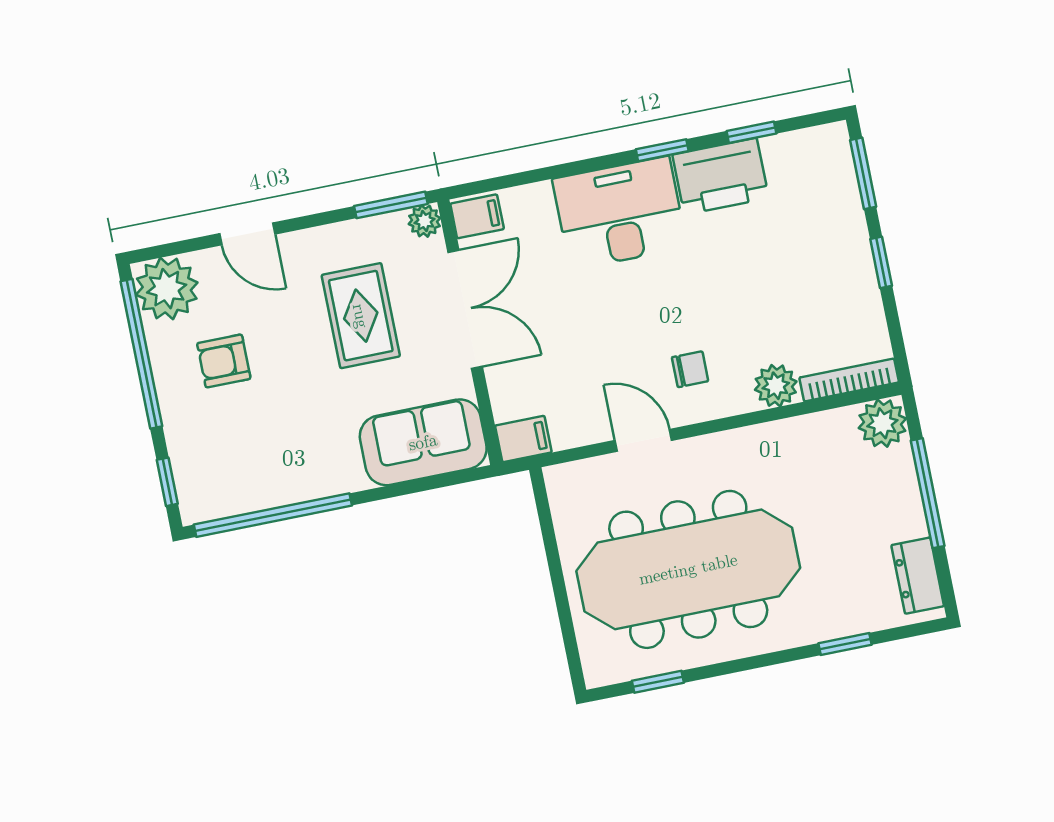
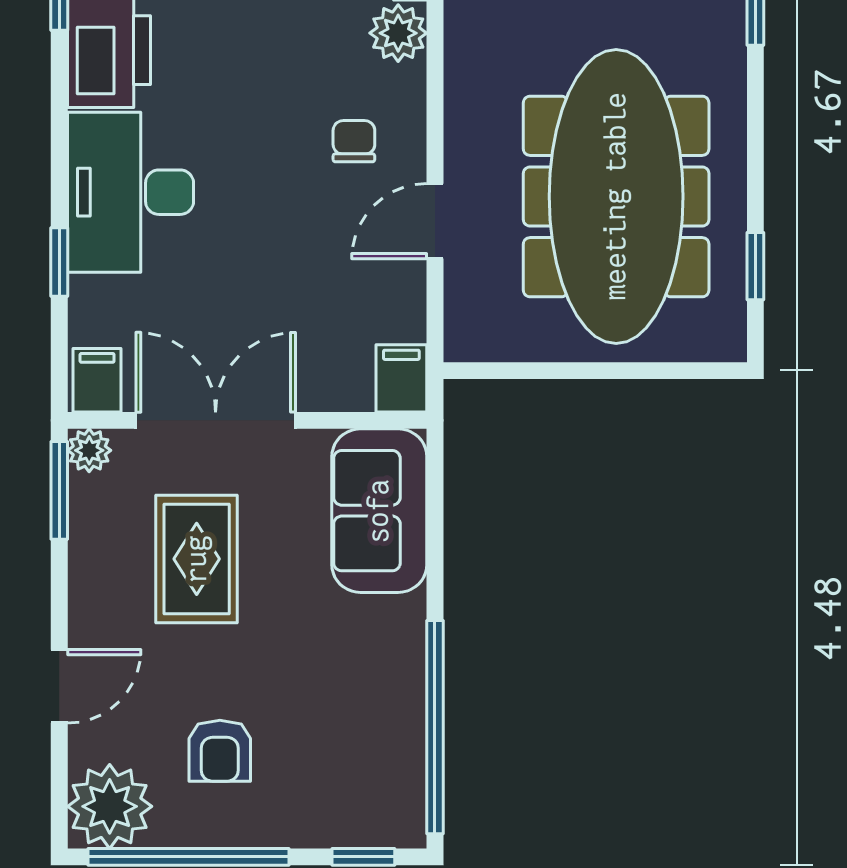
window: (662, 150) -> (59, 262), moved
rug: (361, 316) -> (197, 559), turned 90

